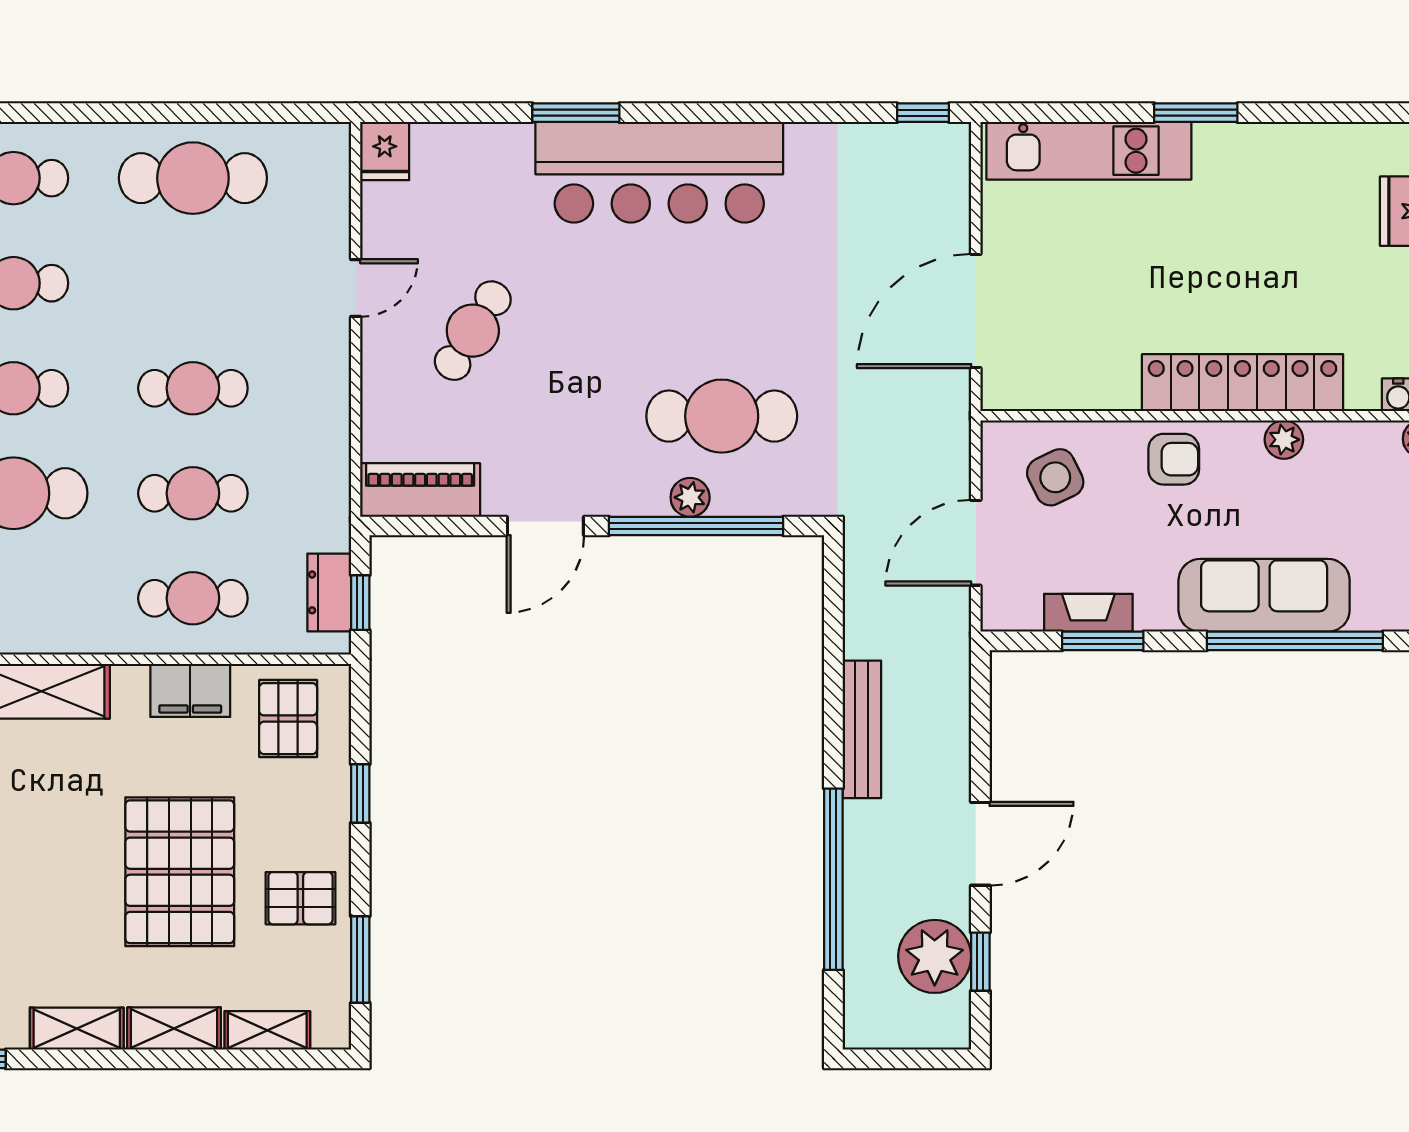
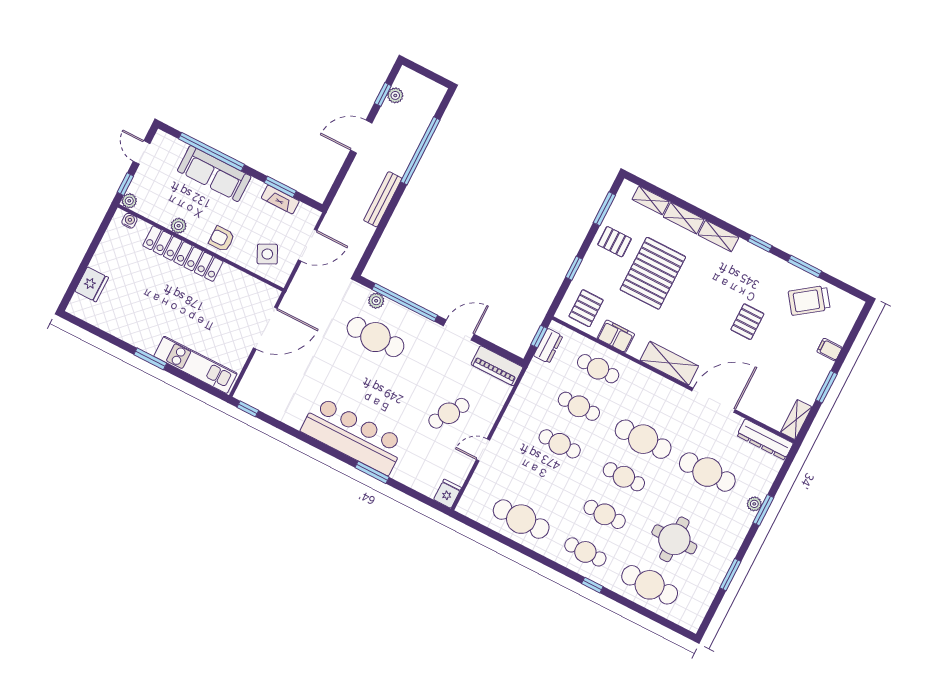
plant: (690, 497) -> (376, 301), moved
plant: (935, 956) -> (395, 95), width x0.53, depth x0.53

